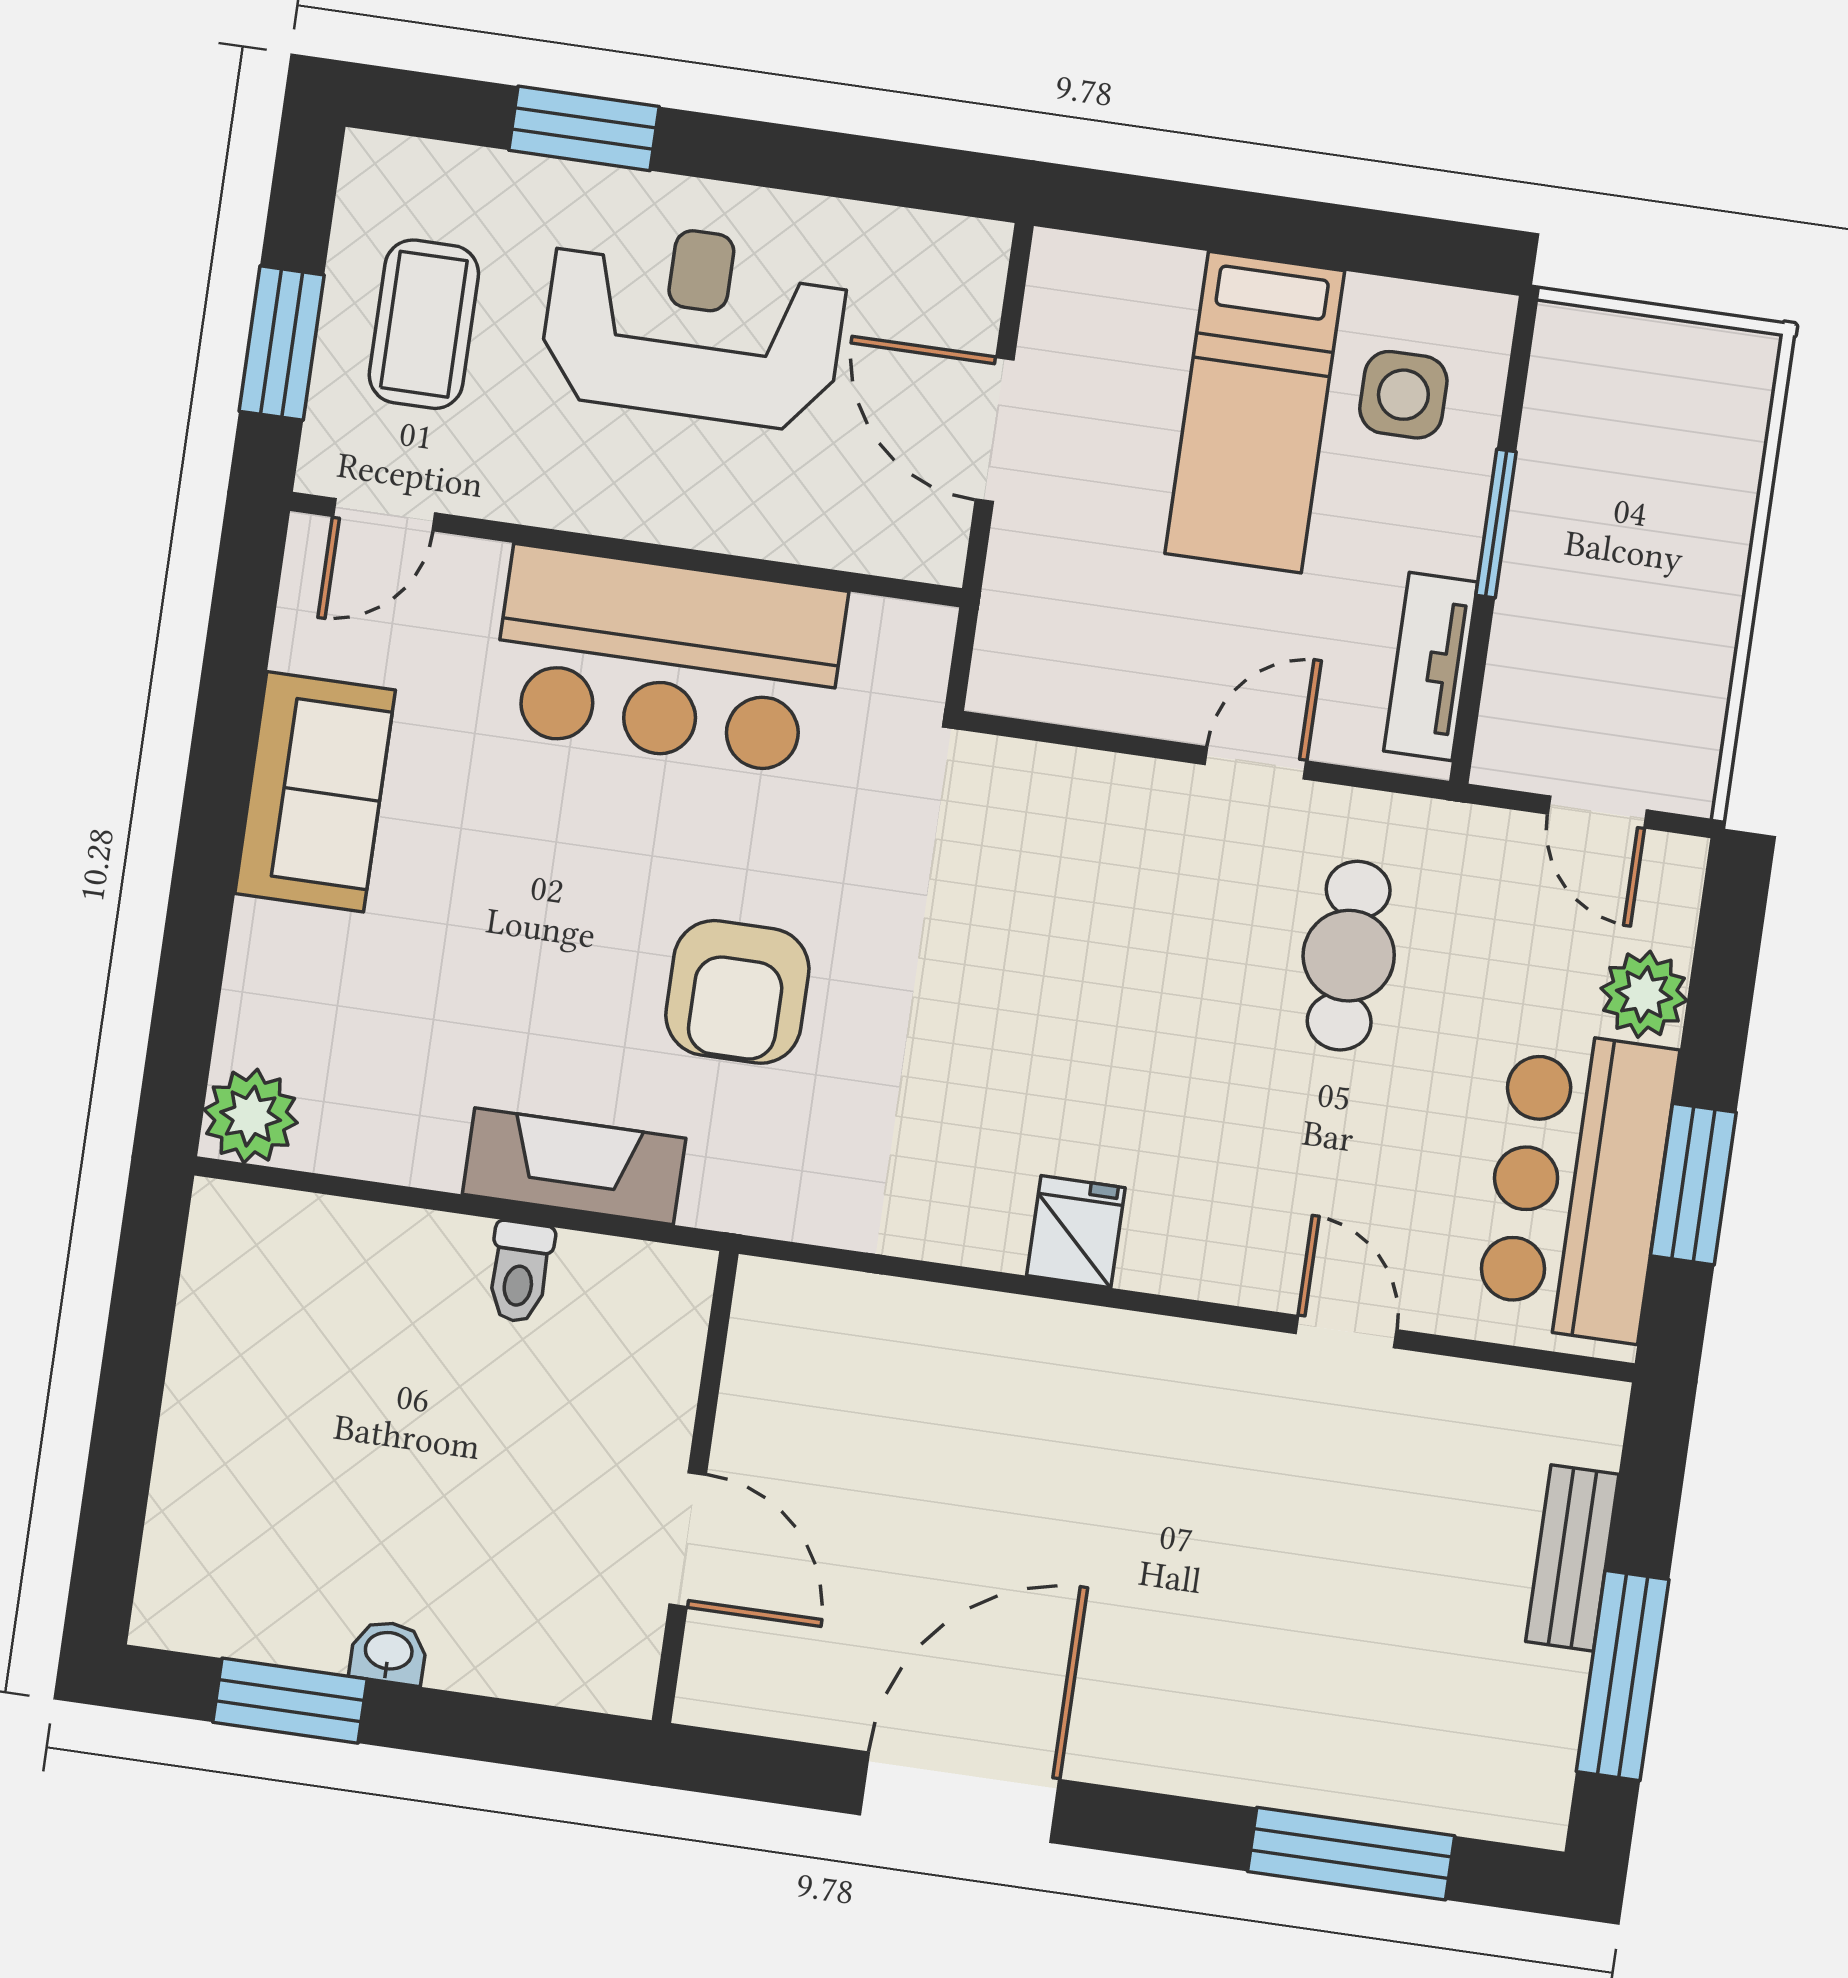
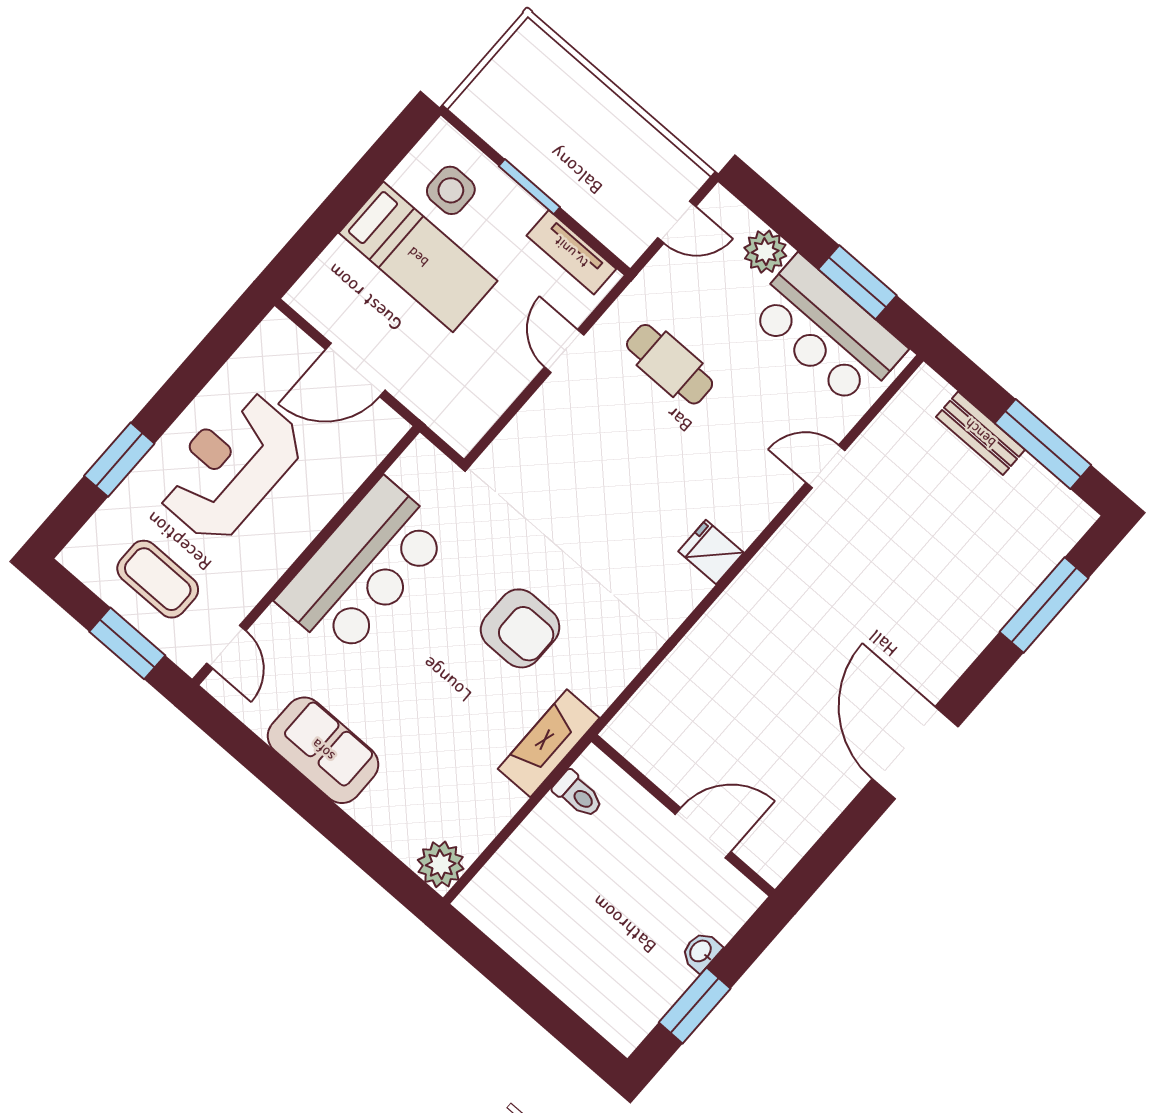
wall: (695, 1487) -> (683, 816), moved
door: (688, 1540) -> (703, 833), moved

